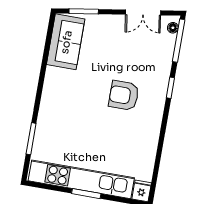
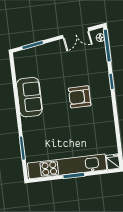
sofa: (66, 42) -> (29, 97), moved

